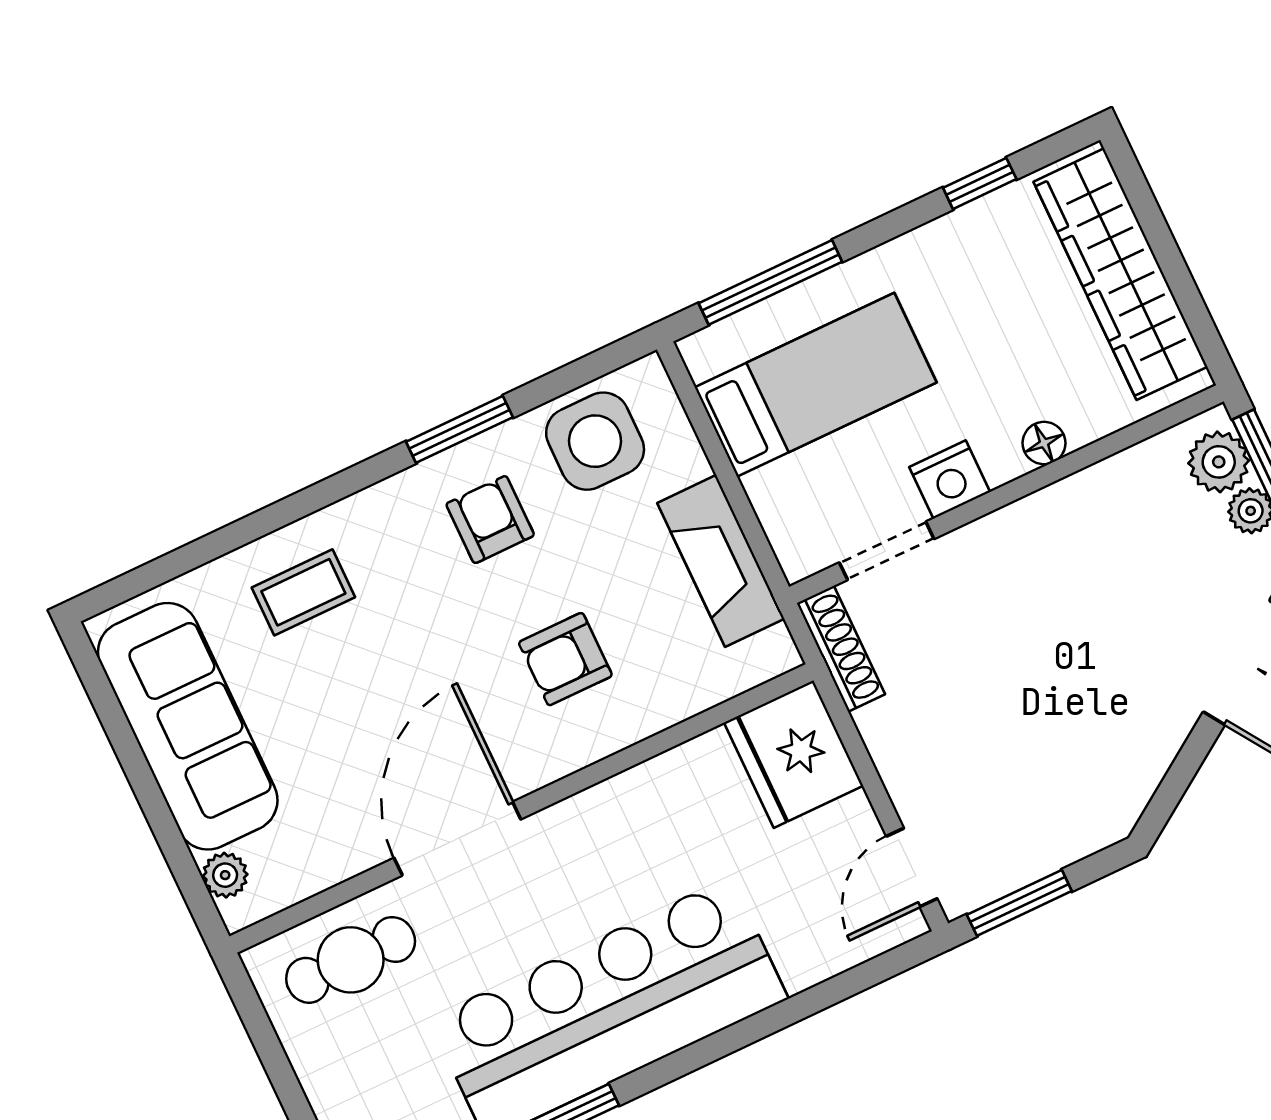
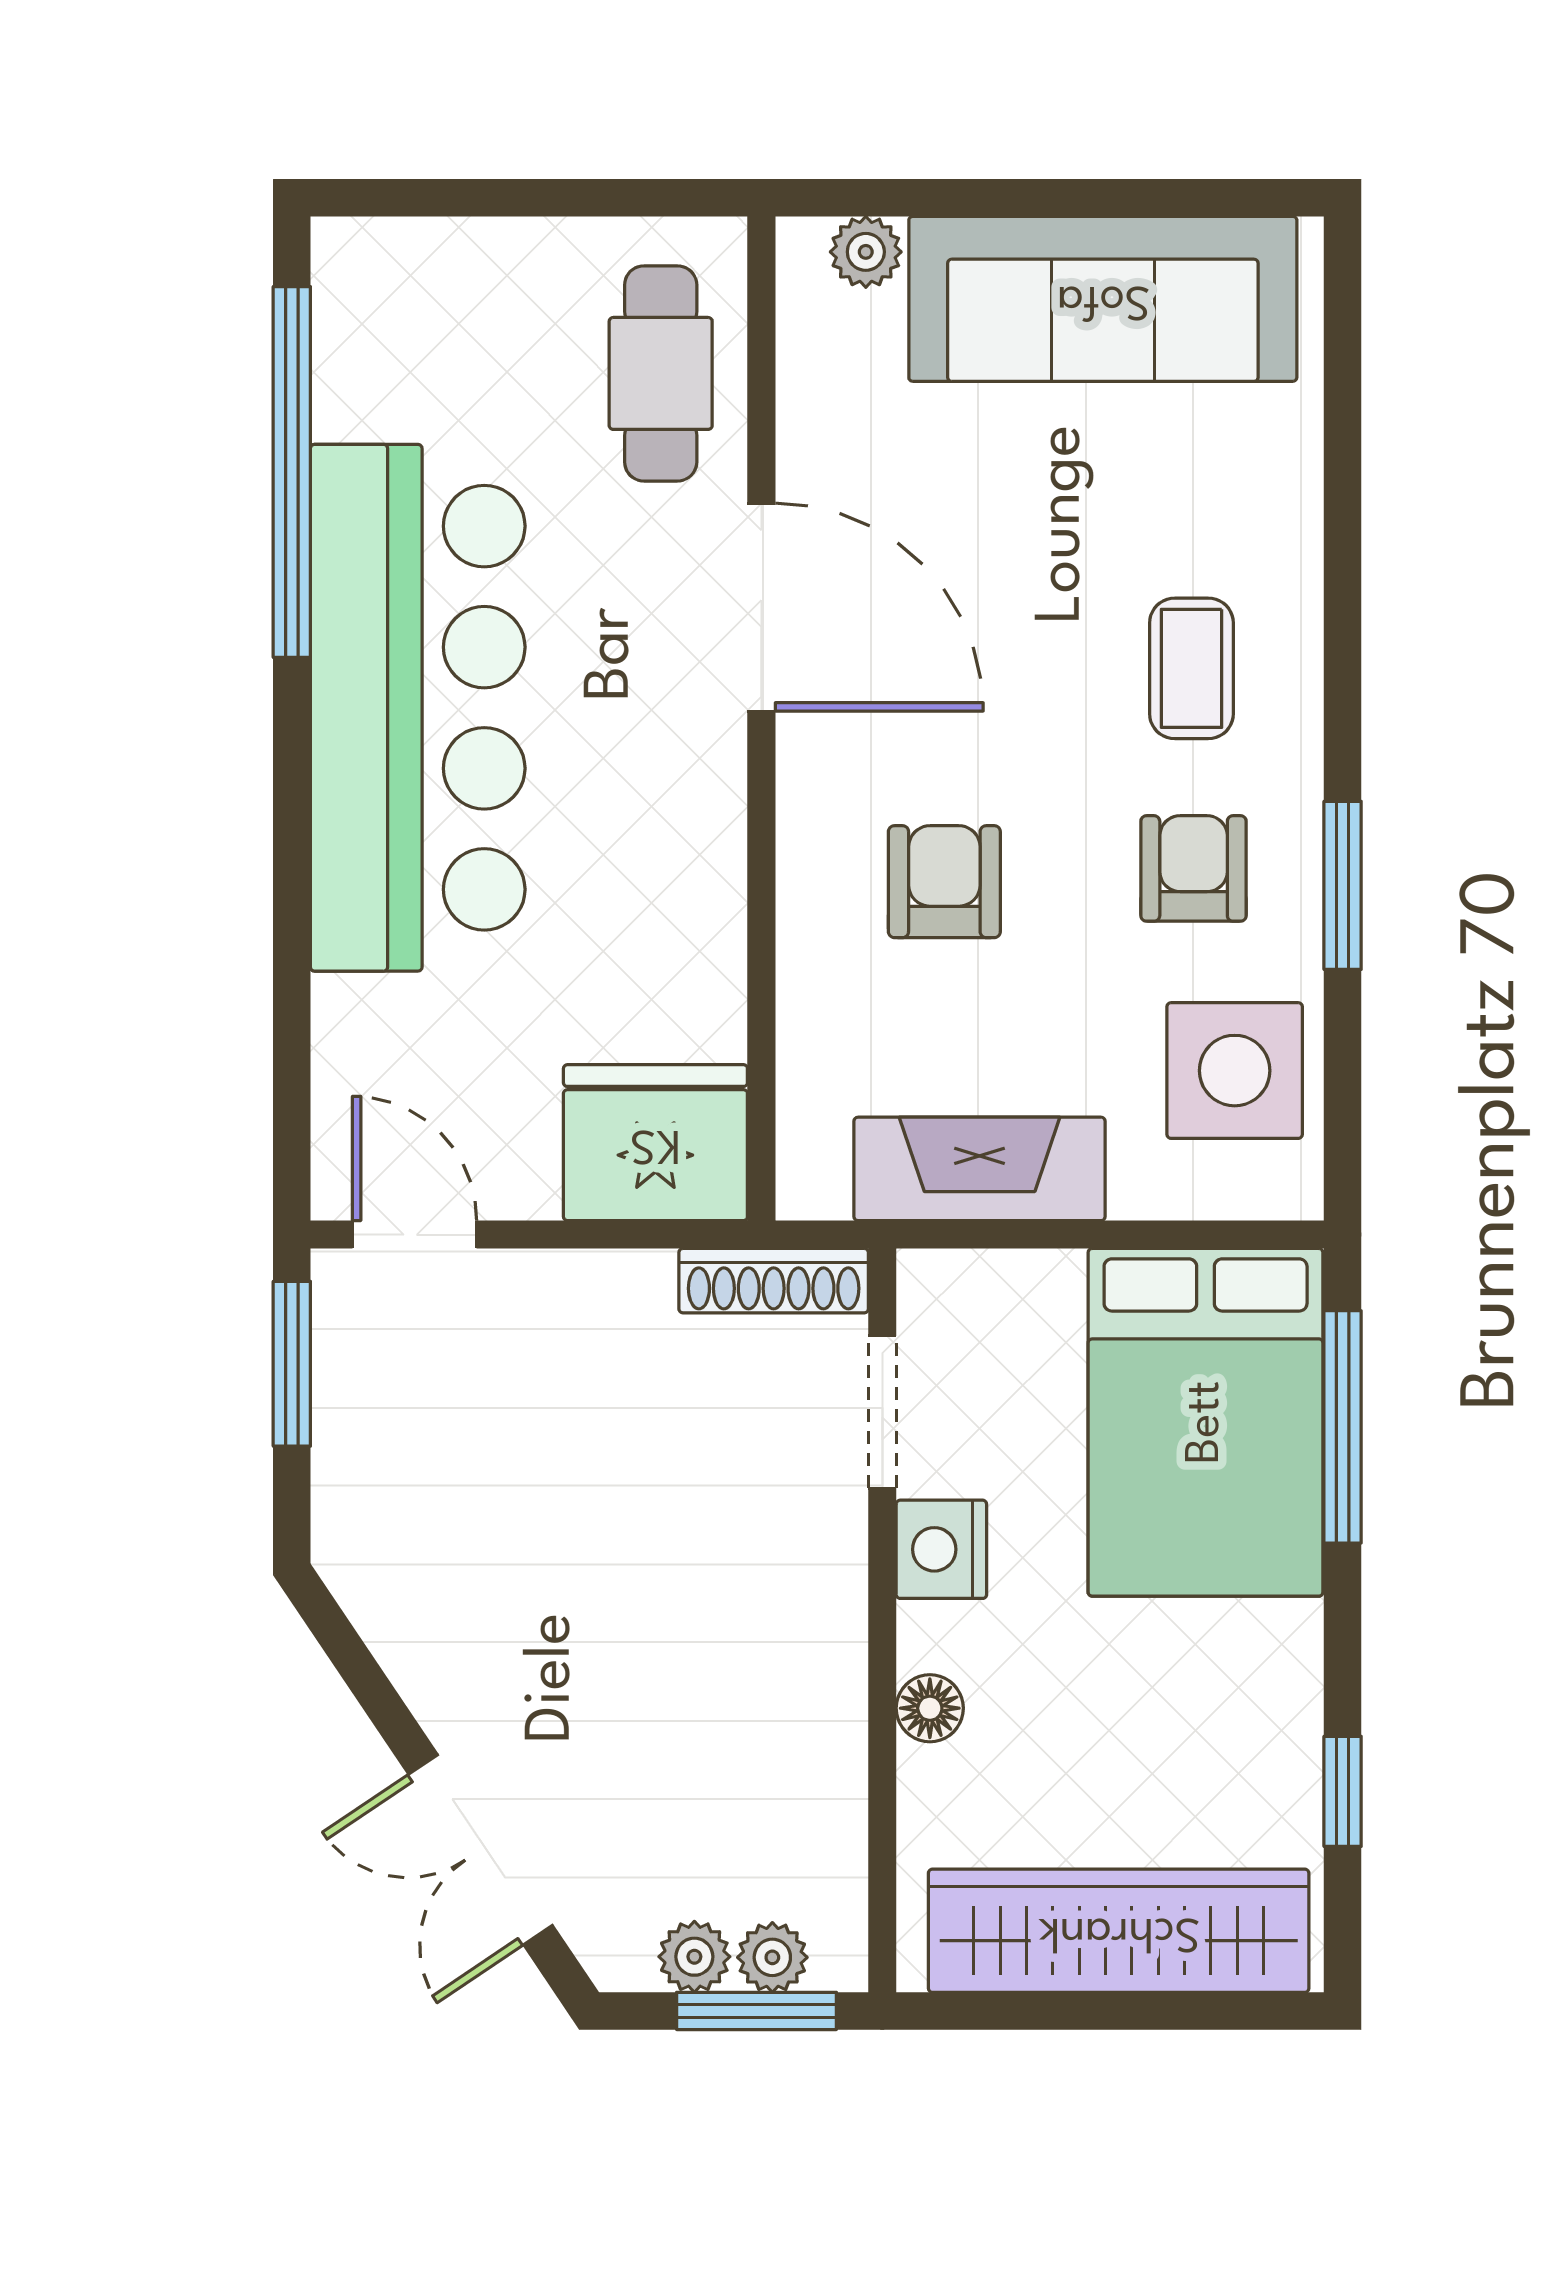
bed: (816, 385) -> (1206, 1422), width x1.50
plant: (1219, 462) -> (772, 1957), width x0.73, depth x0.73
armchair: (490, 520) -> (1194, 868), turned -90
coffee table: (303, 592) -> (1191, 668), moved

